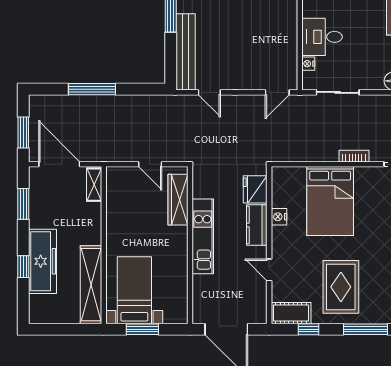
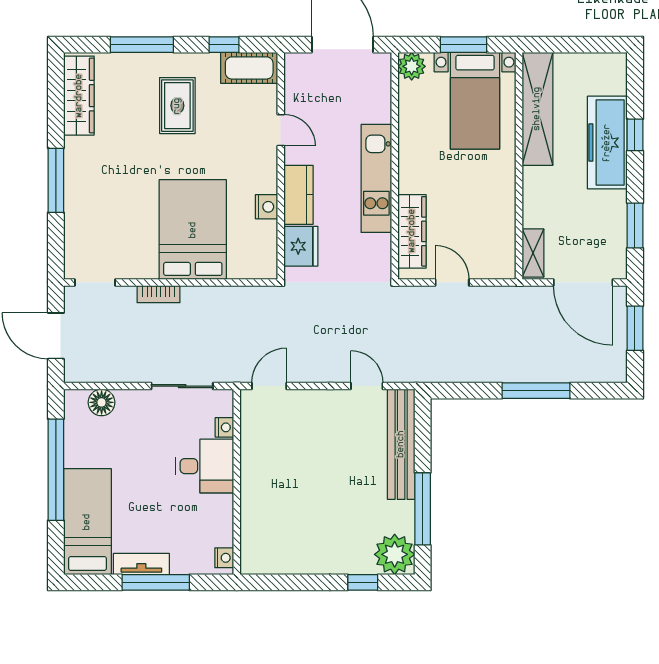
rug: (341, 287) -> (177, 106), width x0.73, depth x0.70
plant: (178, 314) -> (412, 66), added

